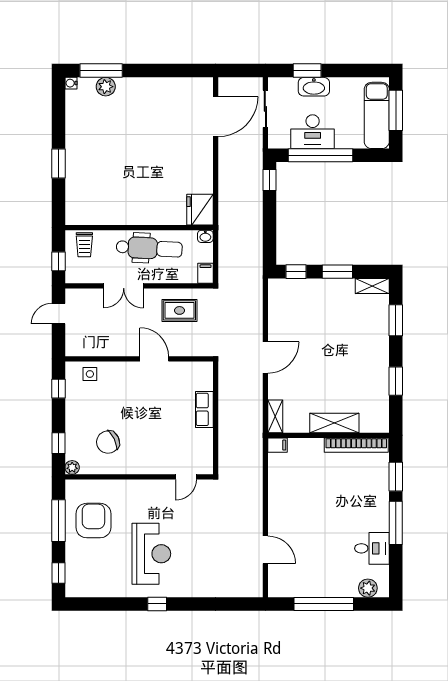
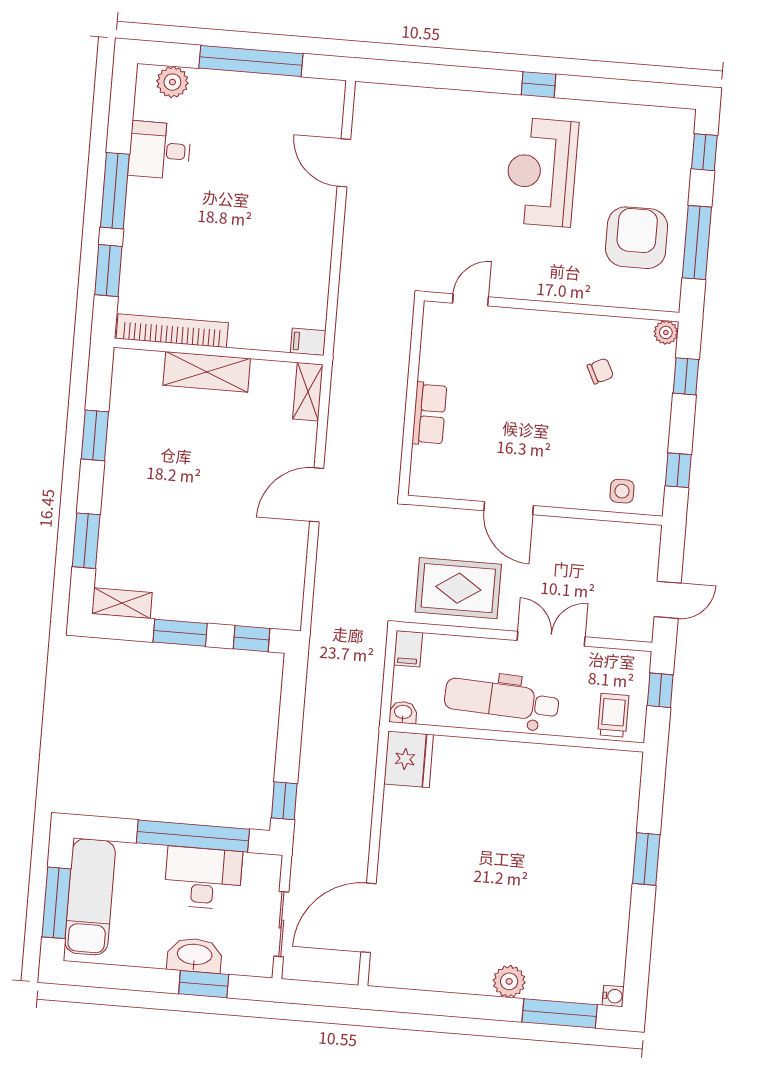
plant: (106, 87) -> (509, 981), moved
rug: (179, 310) -> (458, 588), width x1.36, depth x1.43
chair: (108, 442) -> (600, 371), width x0.54, depth x0.54
armchair: (93, 521) -> (637, 238), turned 180

